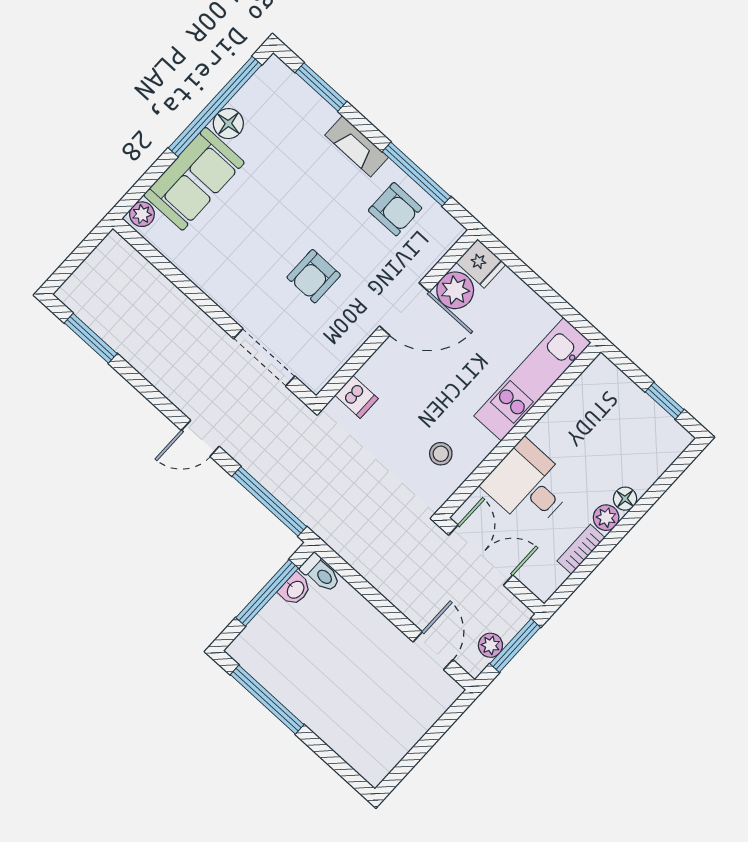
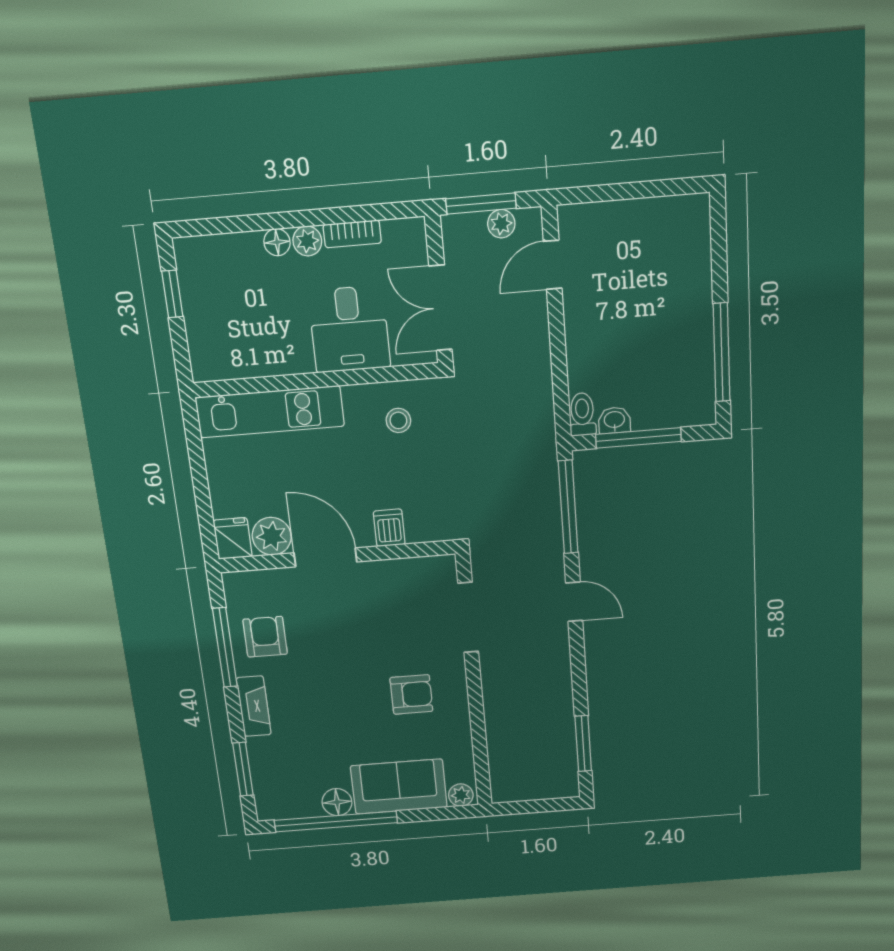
armchair: (314, 276) -> (411, 694), moved
dishwasher: (356, 397) -> (389, 528), moved

